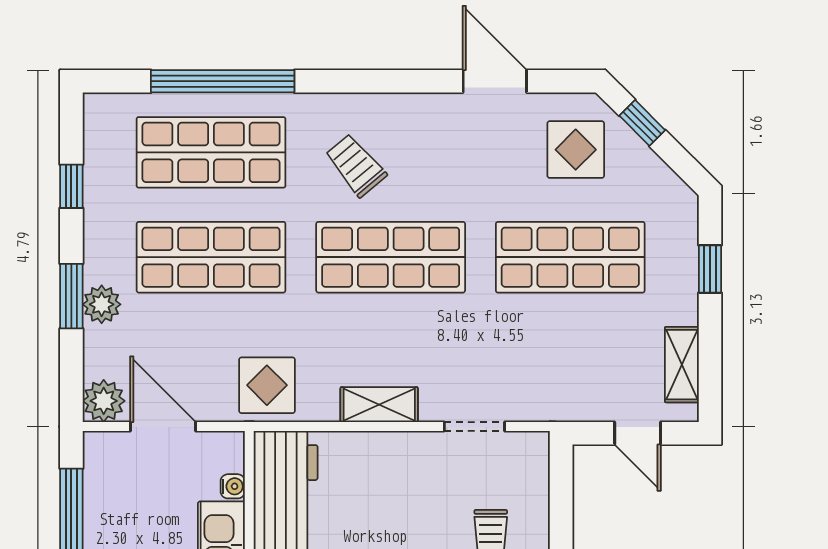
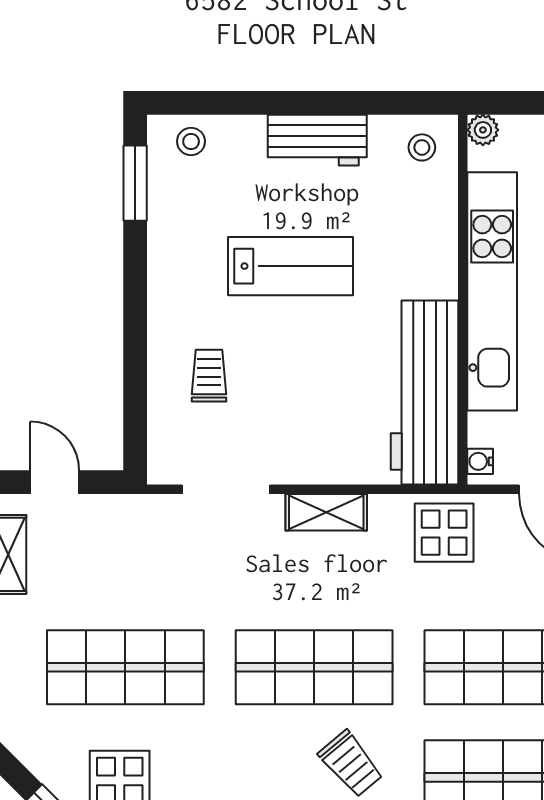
doorway: (474, 427) -> (226, 489), width x1.38
water cooler: (233, 486) -> (480, 461), moved

